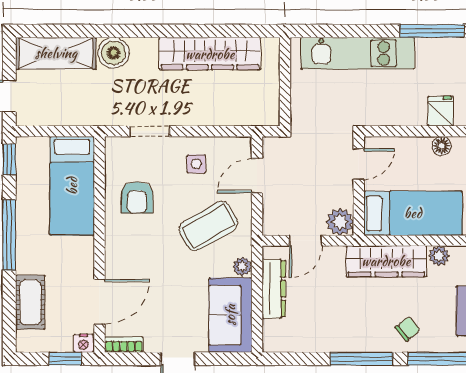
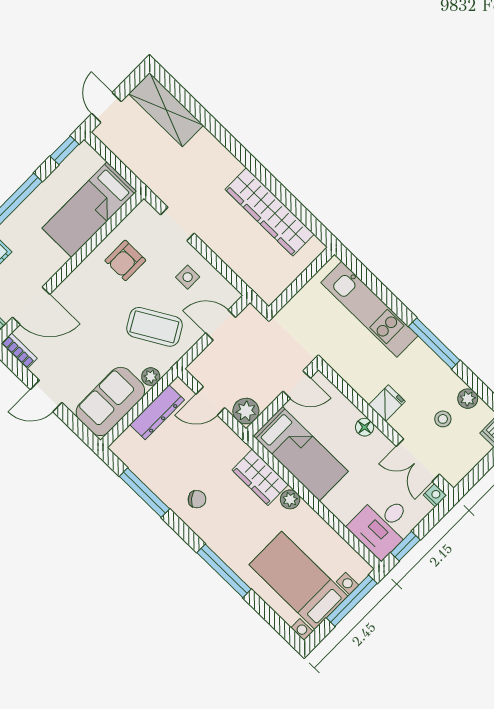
boiler: (114, 53) -> (205, 147), removed
wardrobe: (386, 261) -> (260, 477), width x0.67
chair: (408, 329) -> (197, 499), moved
window: (361, 359) -> (144, 493), moved

